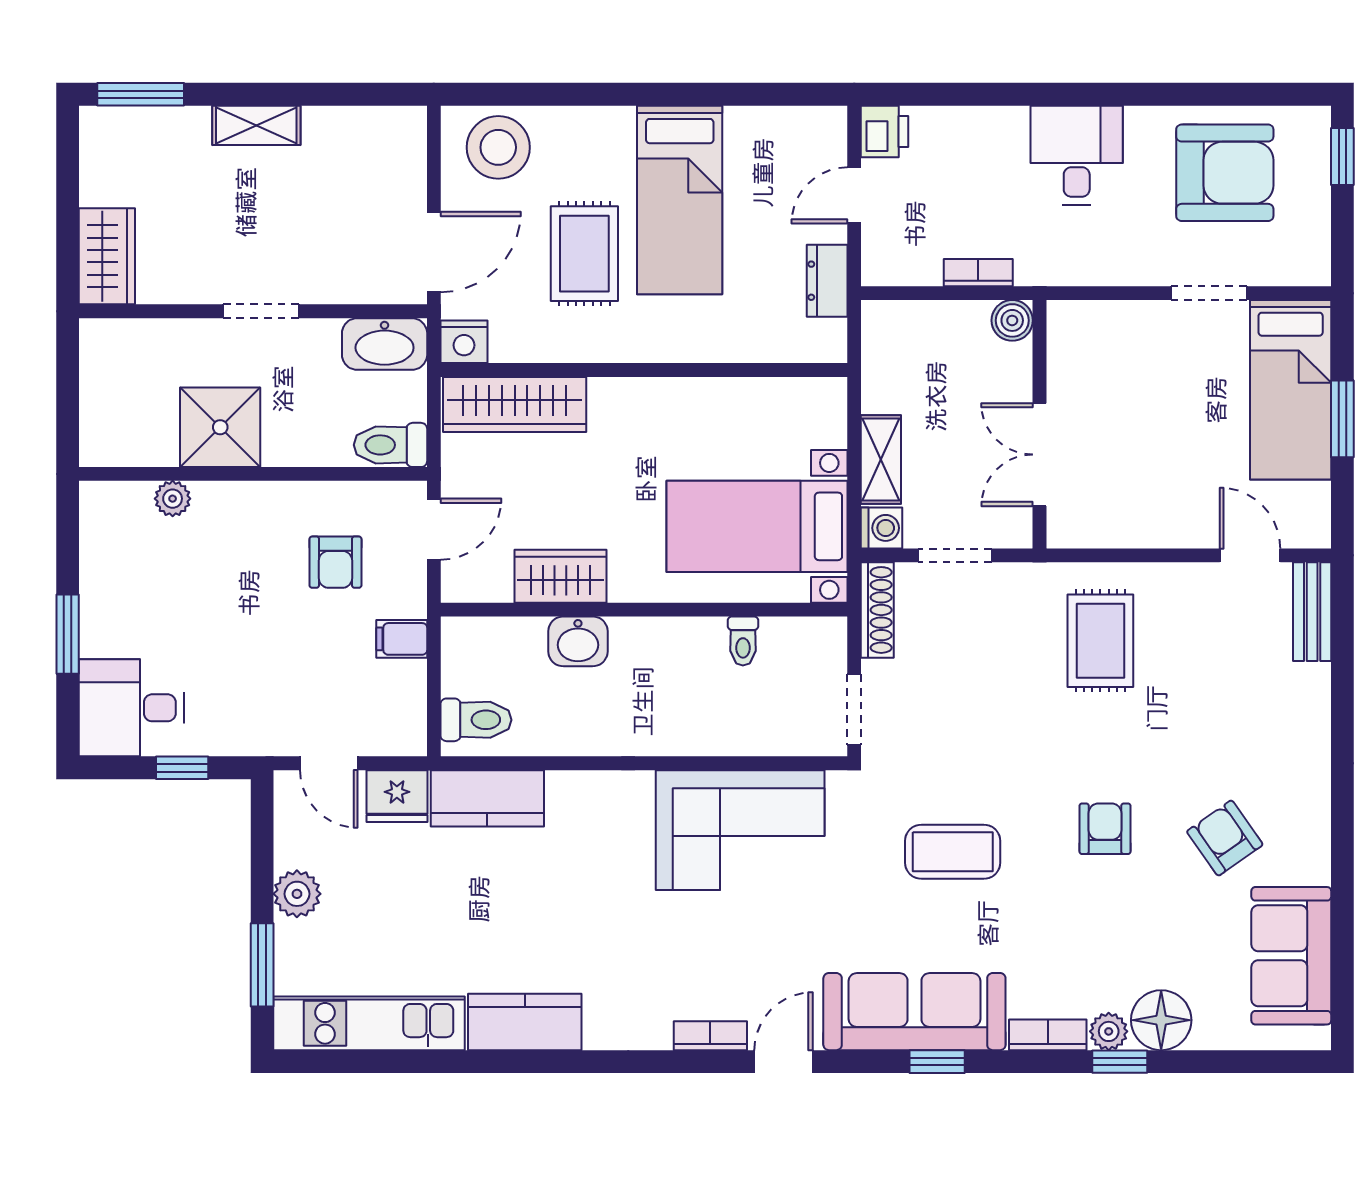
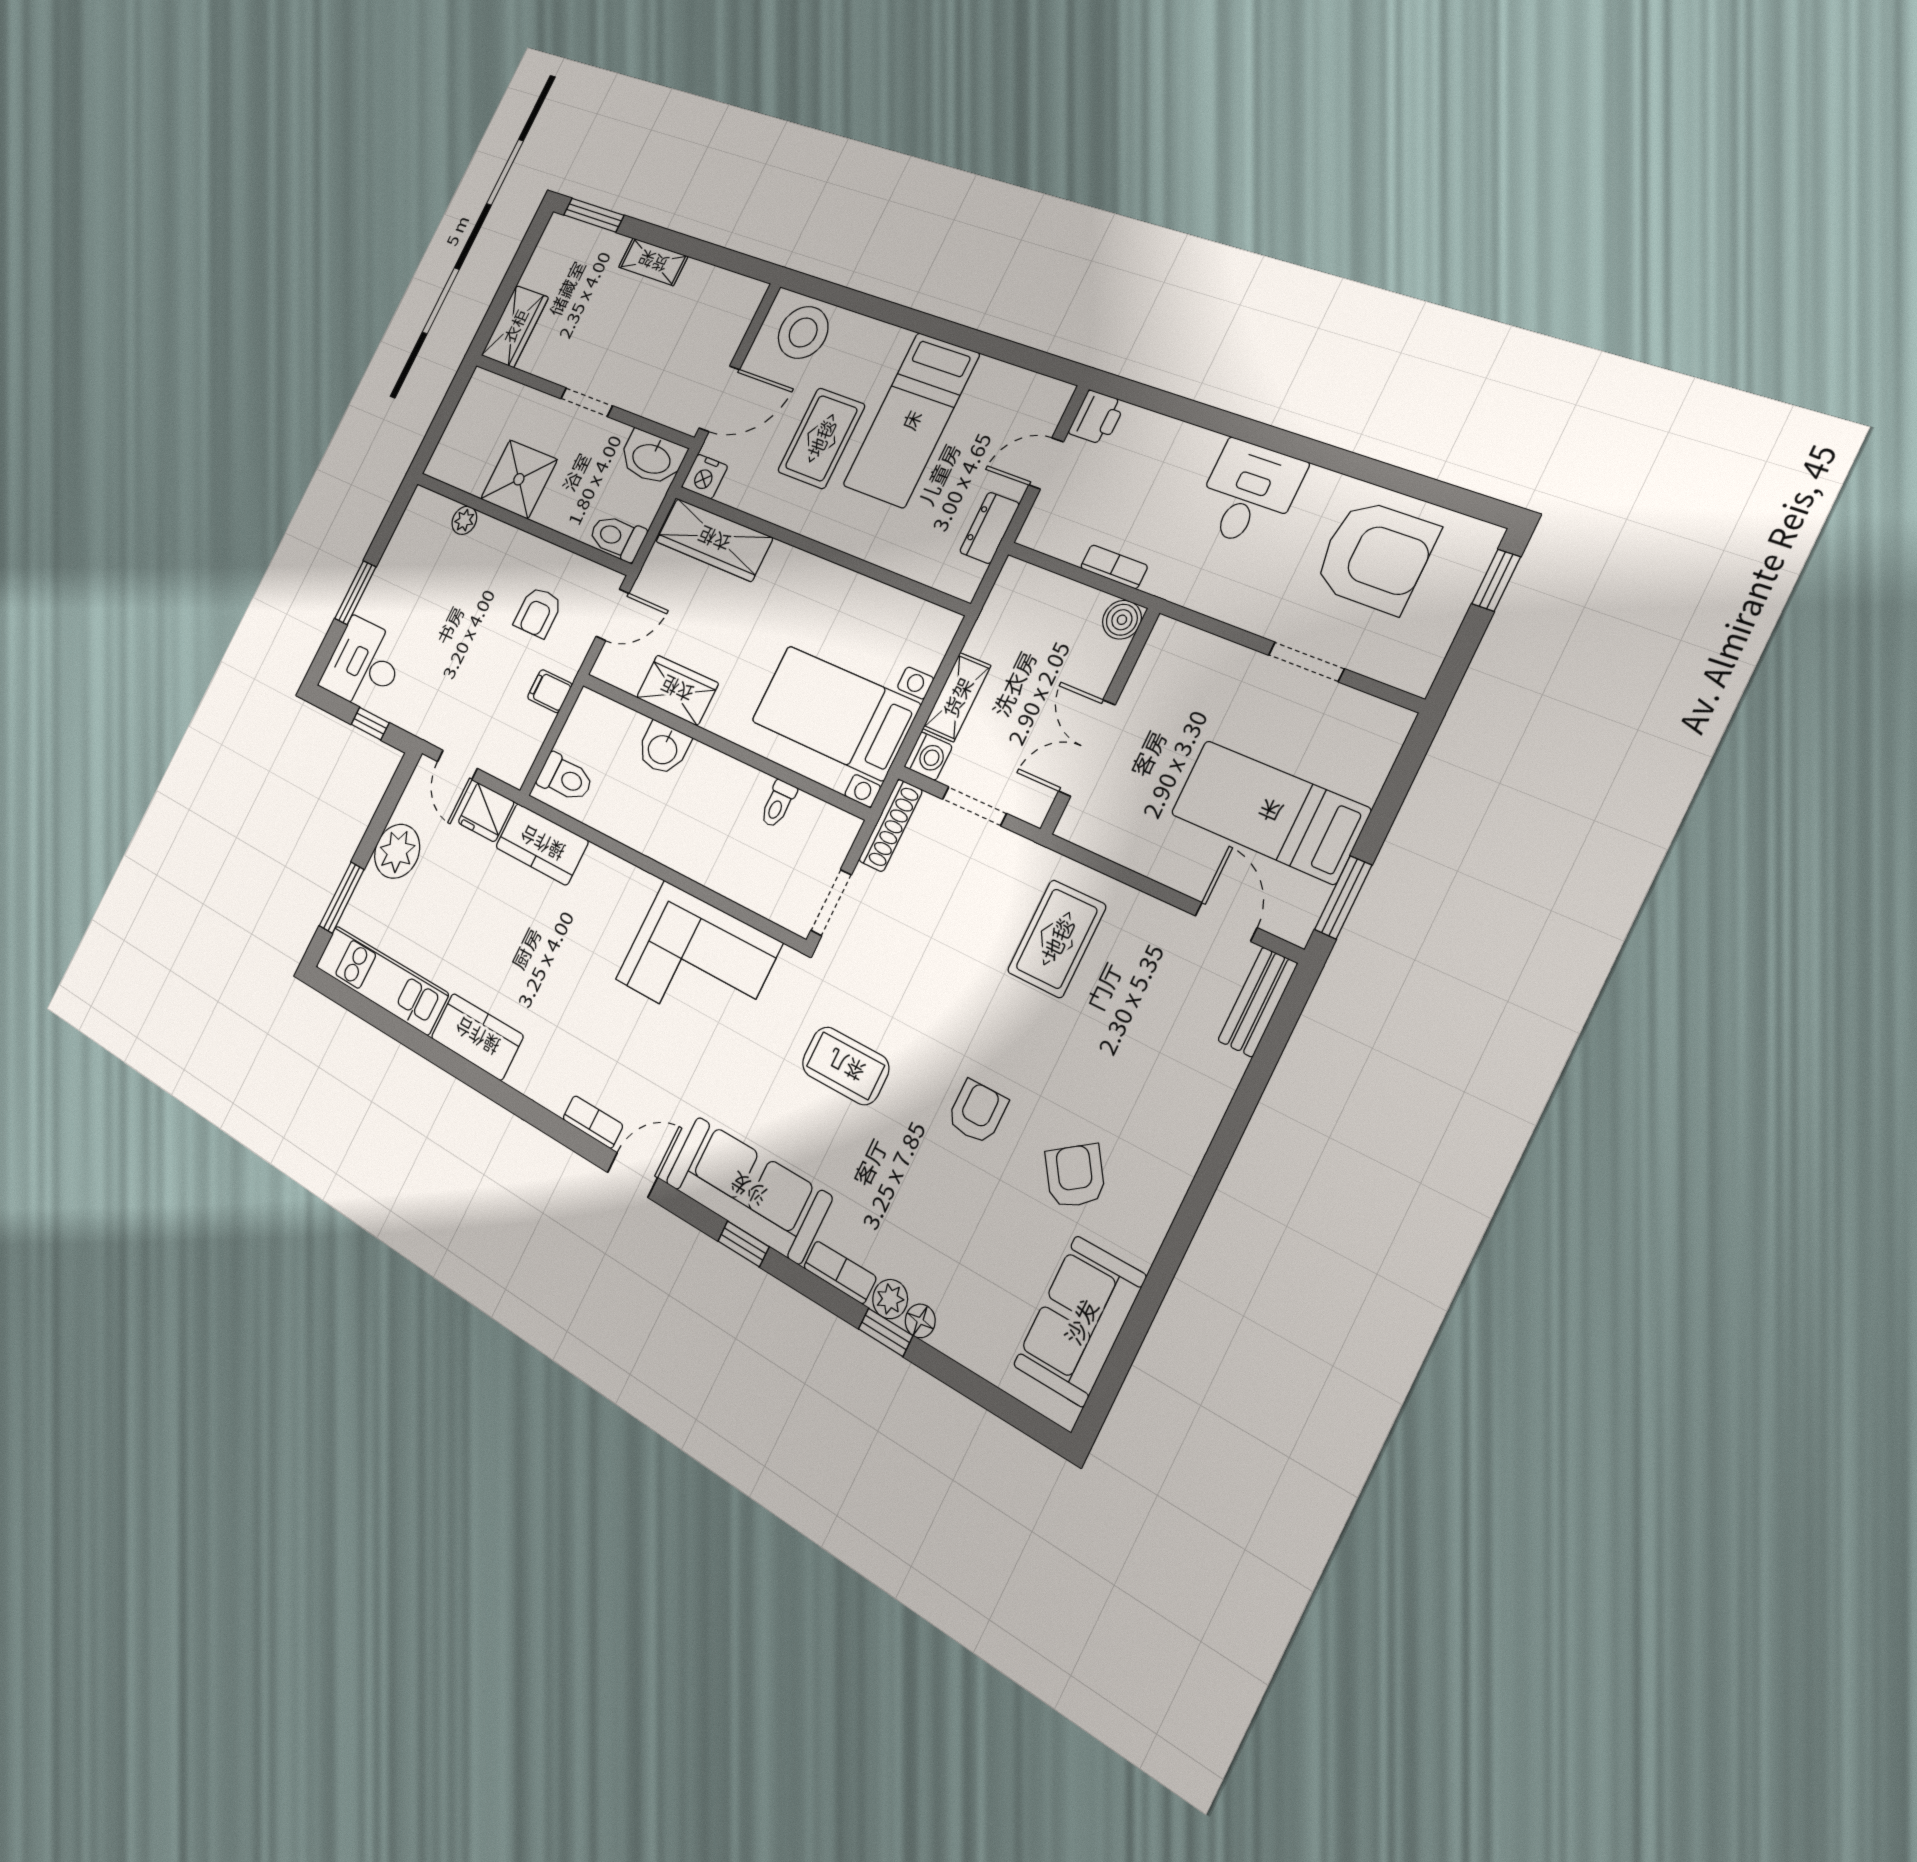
bed: (1291, 390) -> (1270, 812), moved, turned 90
window: (1342, 419) -> (1343, 897), moved
plant: (297, 894) -> (397, 851), width x1.36, depth x1.36
floor lamp: (1161, 1020) -> (920, 1321), width x0.53, depth x0.53

